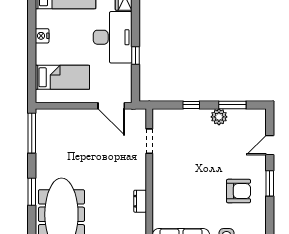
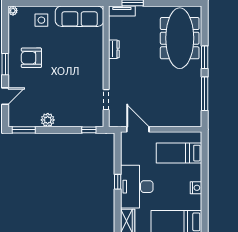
window: (136, 55) -> (118, 182), moved
window: (191, 105) -> (89, 130), moved
window: (232, 105) -> (24, 130), moved
window: (32, 133) -> (205, 94), moved

